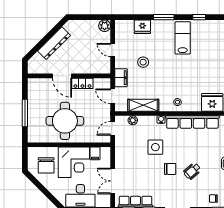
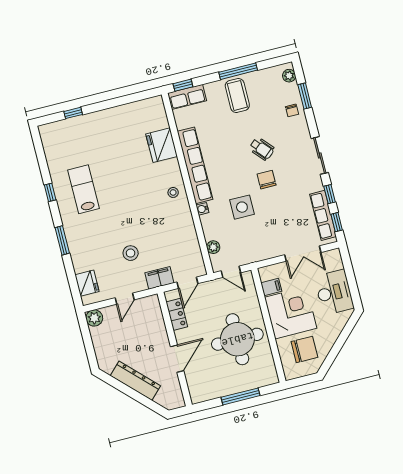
fridge: (142, 27) -> (87, 283), moved
lab bench: (183, 38) -> (83, 189), moved, turned 90
locker: (82, 83) -> (177, 314), moved
shelving: (143, 105) -> (189, 238), removed

